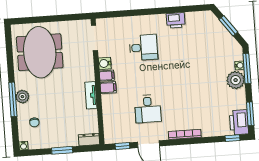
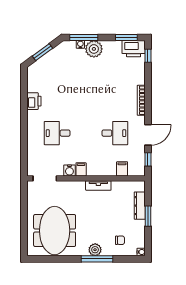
desk: (143, 48) -> (57, 133), turned -90
meeting table: (40, 52) -> (55, 231), turned 90
filing cabinet: (108, 88) -> (122, 169), moved
dresser: (89, 140) -> (140, 206), moved, width x1.44

